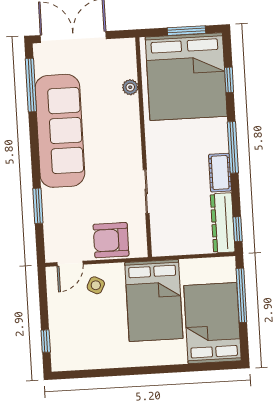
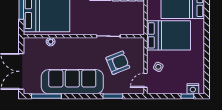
armchair: (111, 240) -> (118, 63), moved, turned -112
door: (70, 263) -> (146, 80), swing flipped
nightstand: (60, 350) -> (193, 89), added

